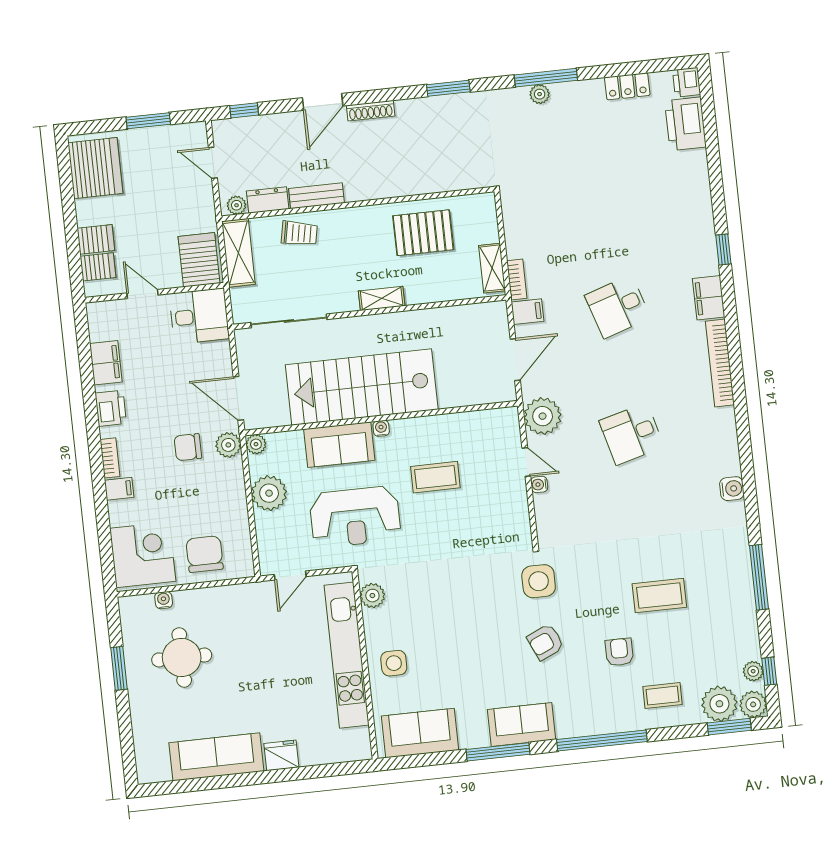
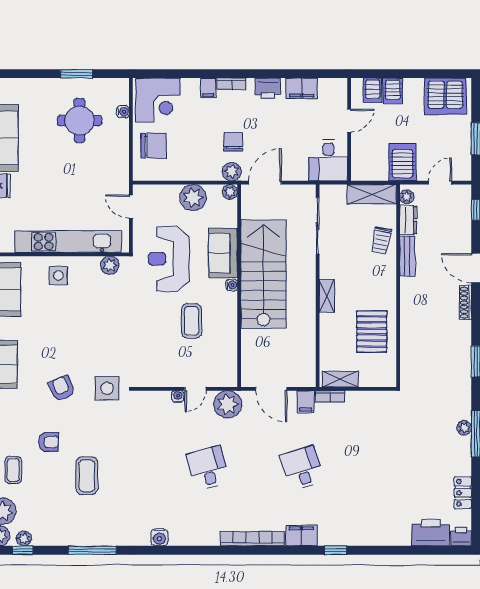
server rack: (199, 260) -> (402, 162), moved, turned -90

